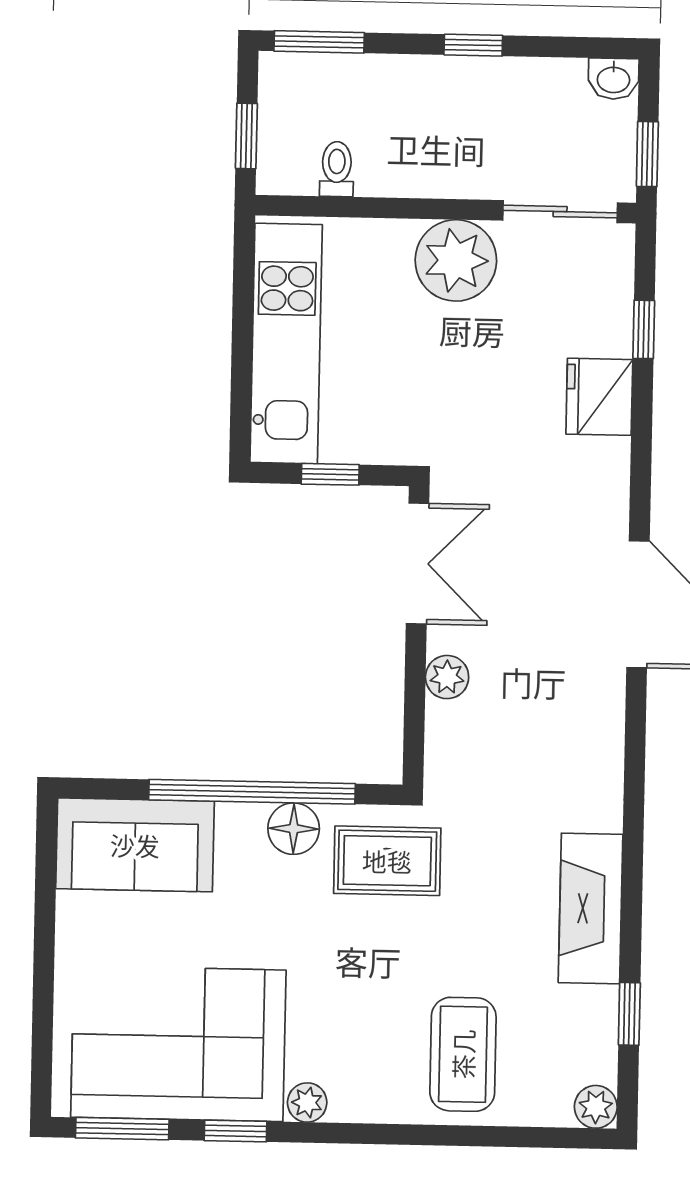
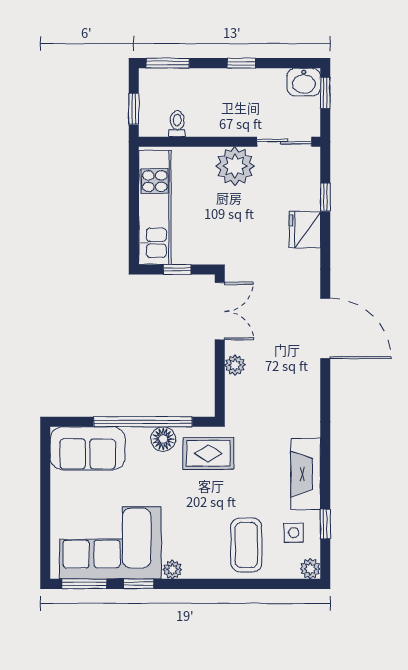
washbasin: (613, 79) -> (304, 82), width x1.38, depth x1.45
window: (647, 154) -> (325, 93), moved
side table: (563, 1031) -> (294, 533), added

